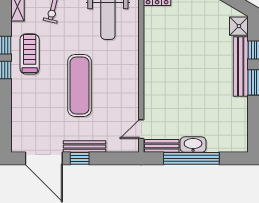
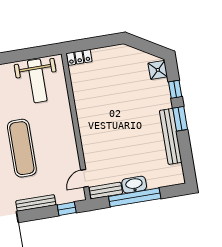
bench: (241, 66) -> (171, 136), moved
window: (80, 158) -> (67, 209), moved

